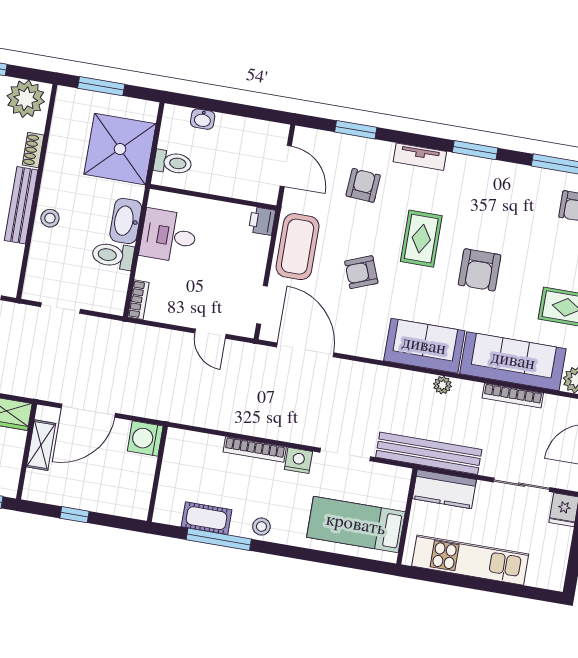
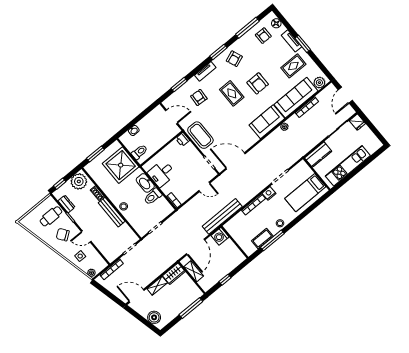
armchair: (361, 272) -> (234, 59), moved
bench: (429, 453) -> (222, 216), moved

